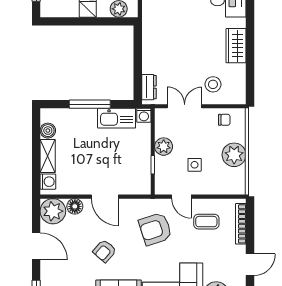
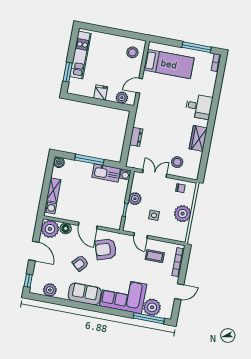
dresser: (149, 87) -> (136, 137), moved
boiler: (48, 131) -> (59, 162), moved
armchair: (155, 229) -> (106, 249), moved

